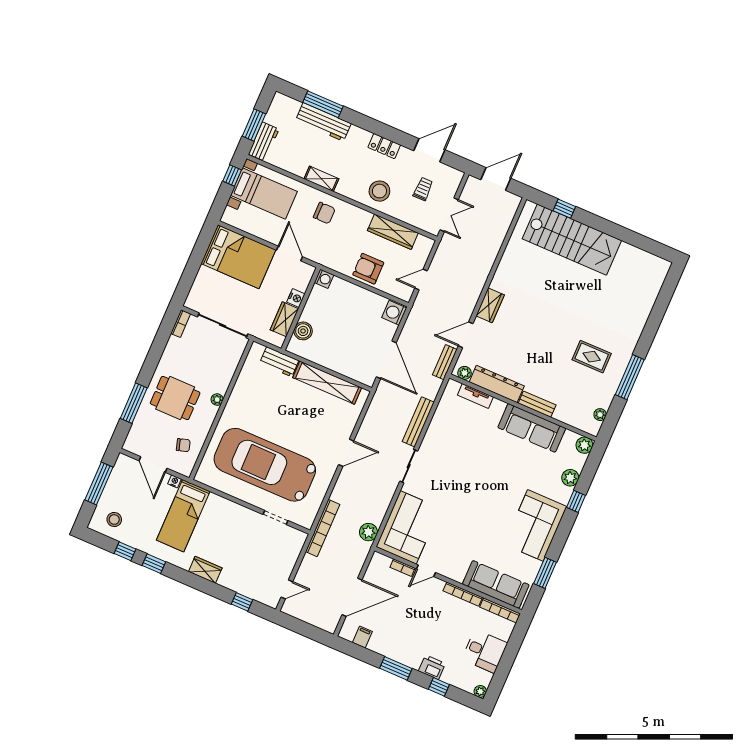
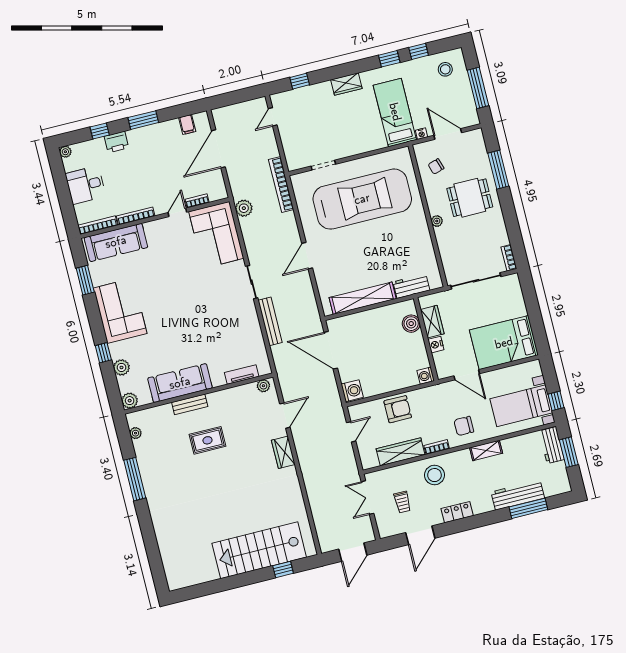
bookcase: (360, 213) -> (437, 447), added
rug: (592, 357) -> (207, 440), moved
bench: (445, 362) -> (285, 383), removed
dresser: (497, 384) -> (232, 396), removed

